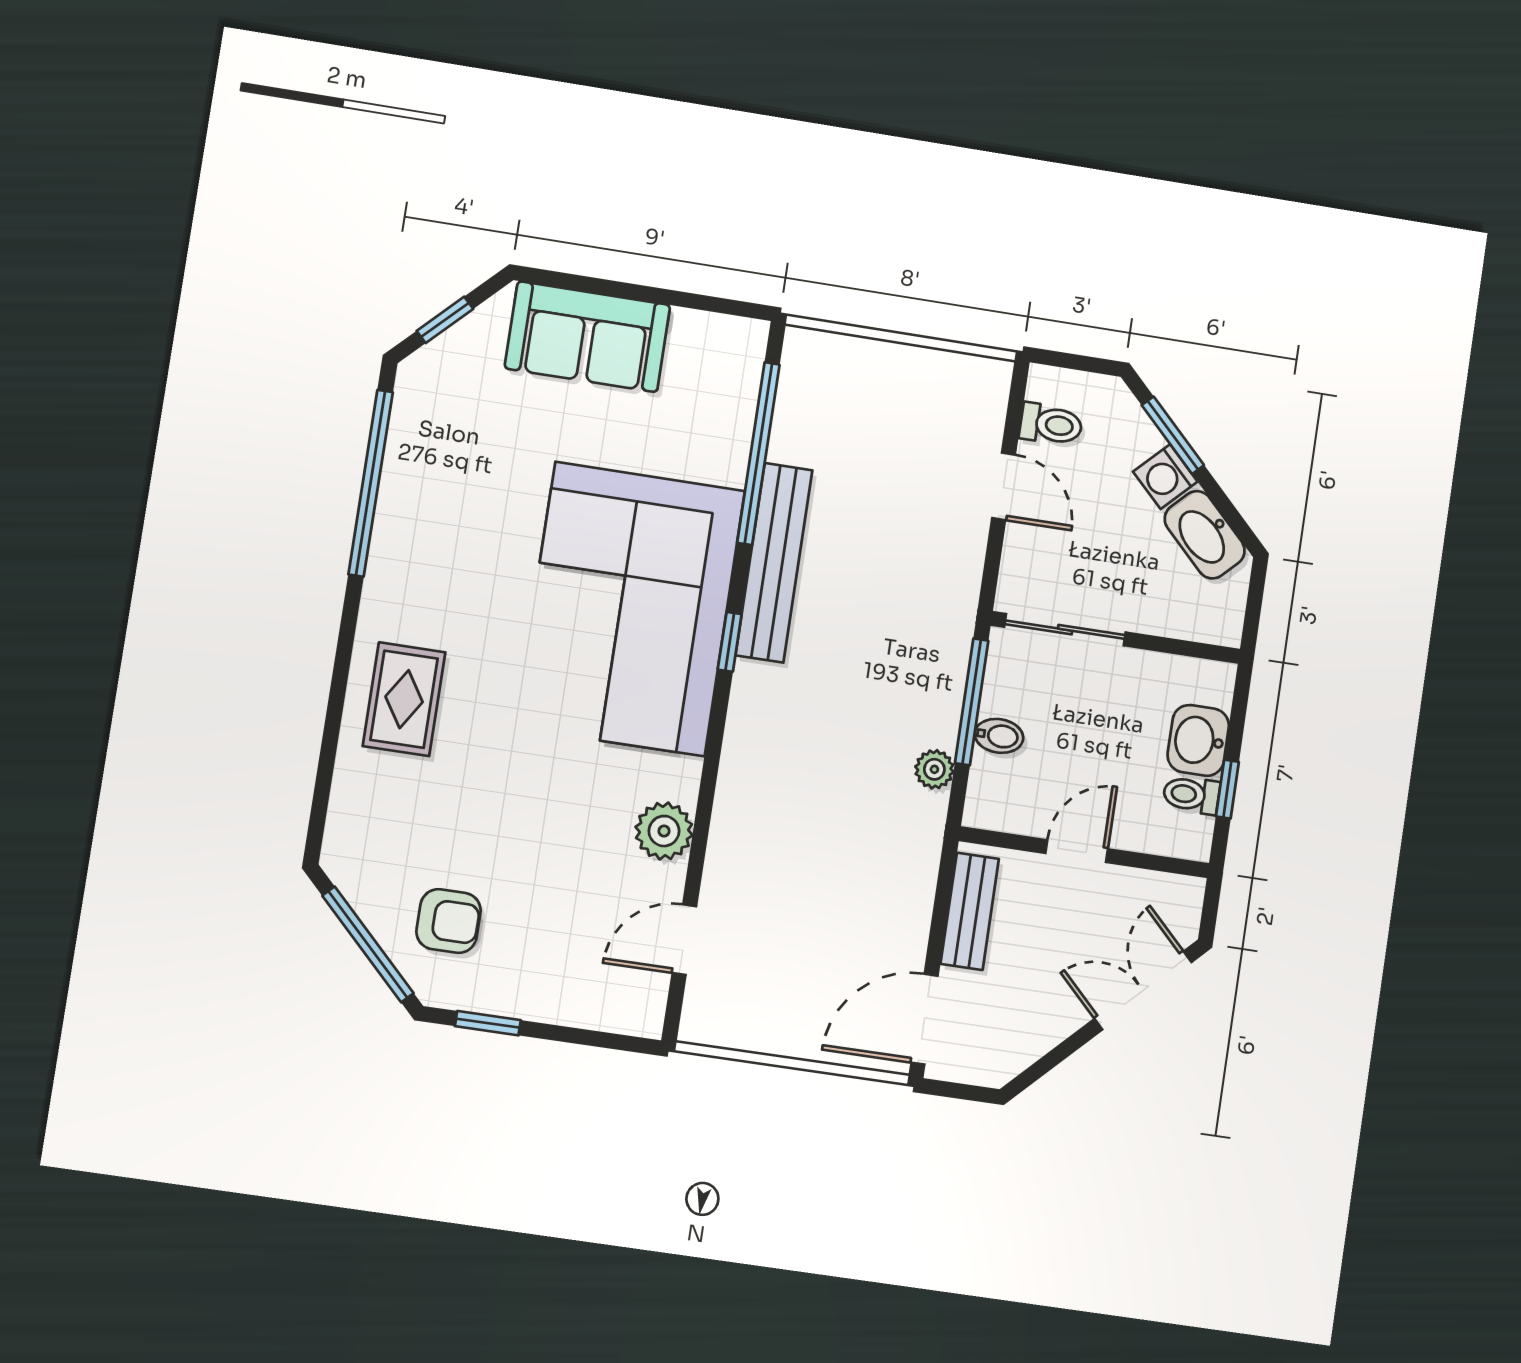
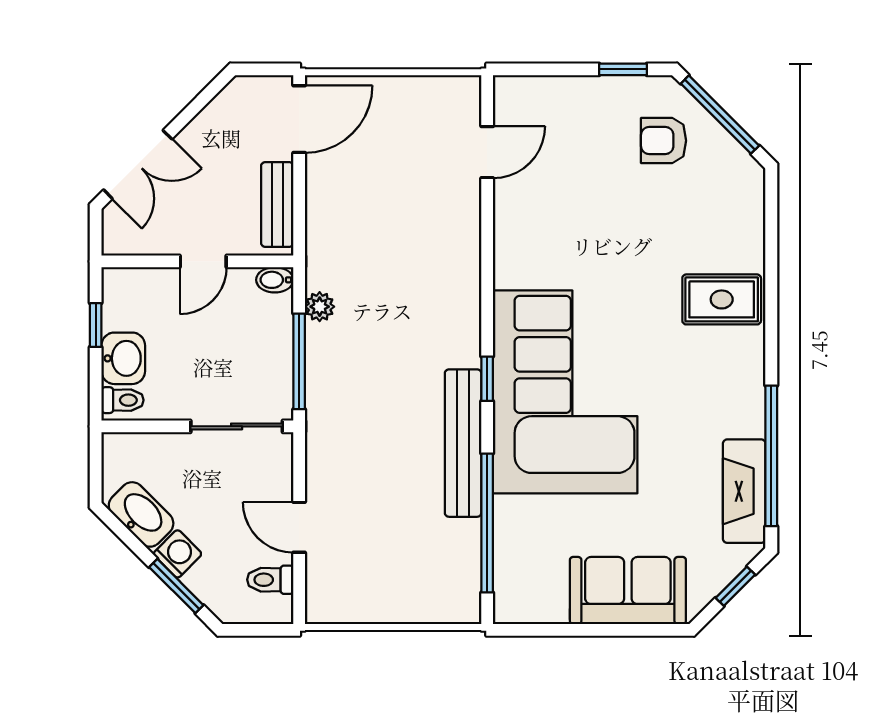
fireplace: (414, 442) -> (744, 491), added
rug: (404, 699) -> (722, 299), turned 90
bidet: (999, 736) -> (275, 280), moved
toilet: (1191, 795) -> (122, 400), moved
plant: (664, 831) -> (515, 231), removed

